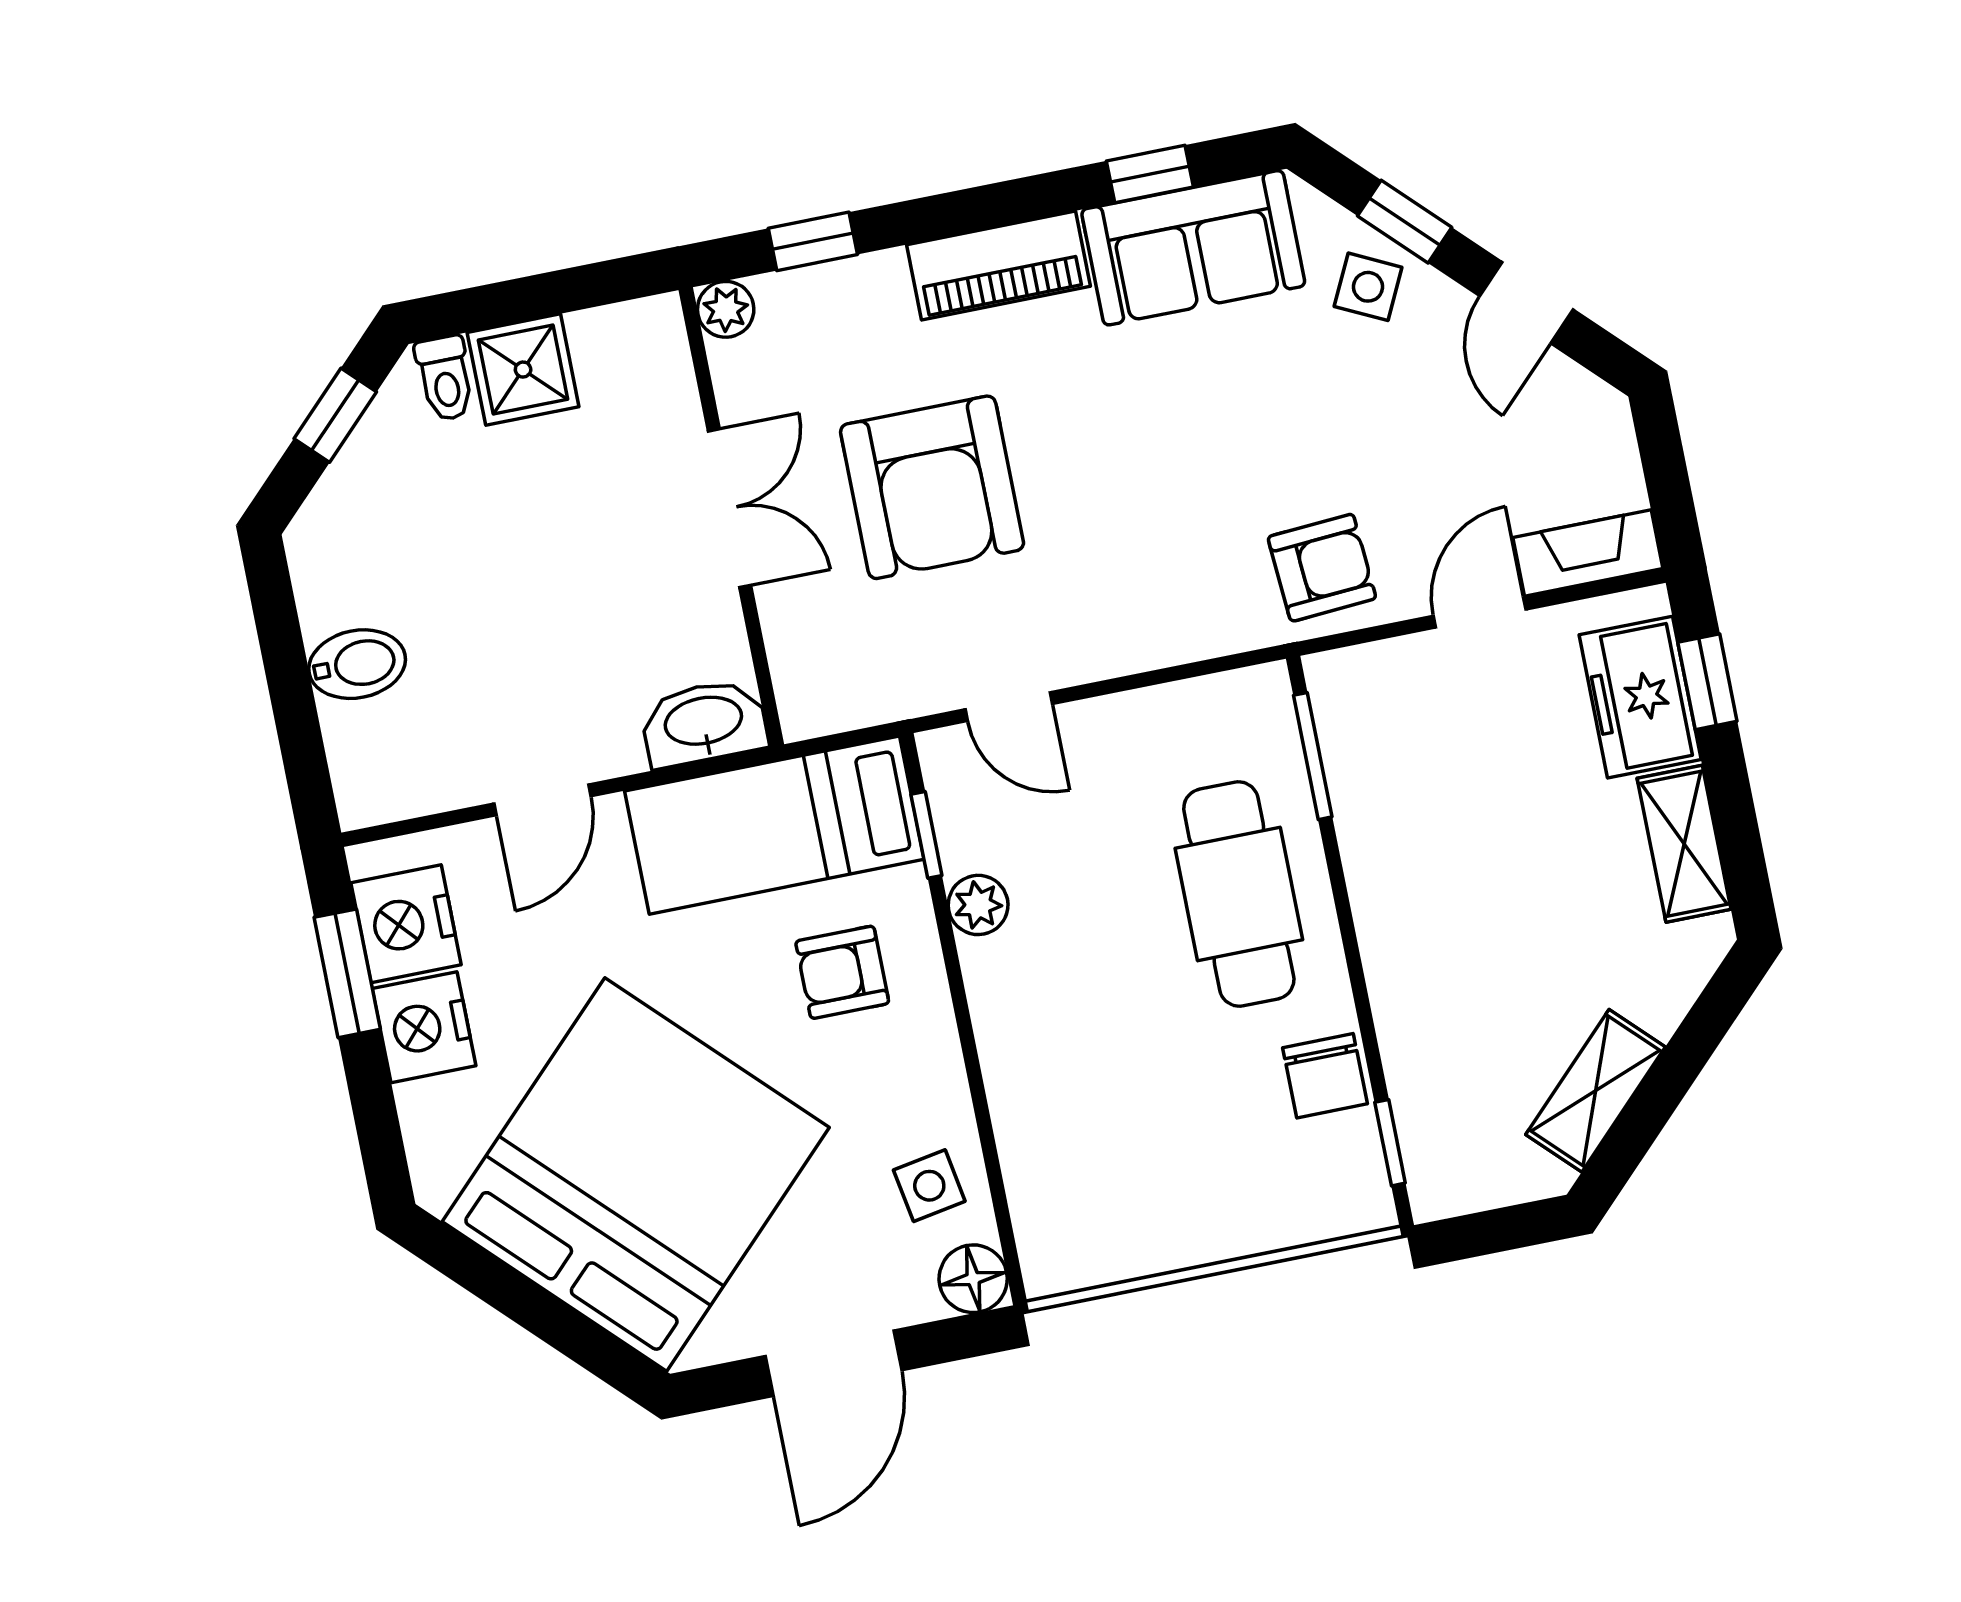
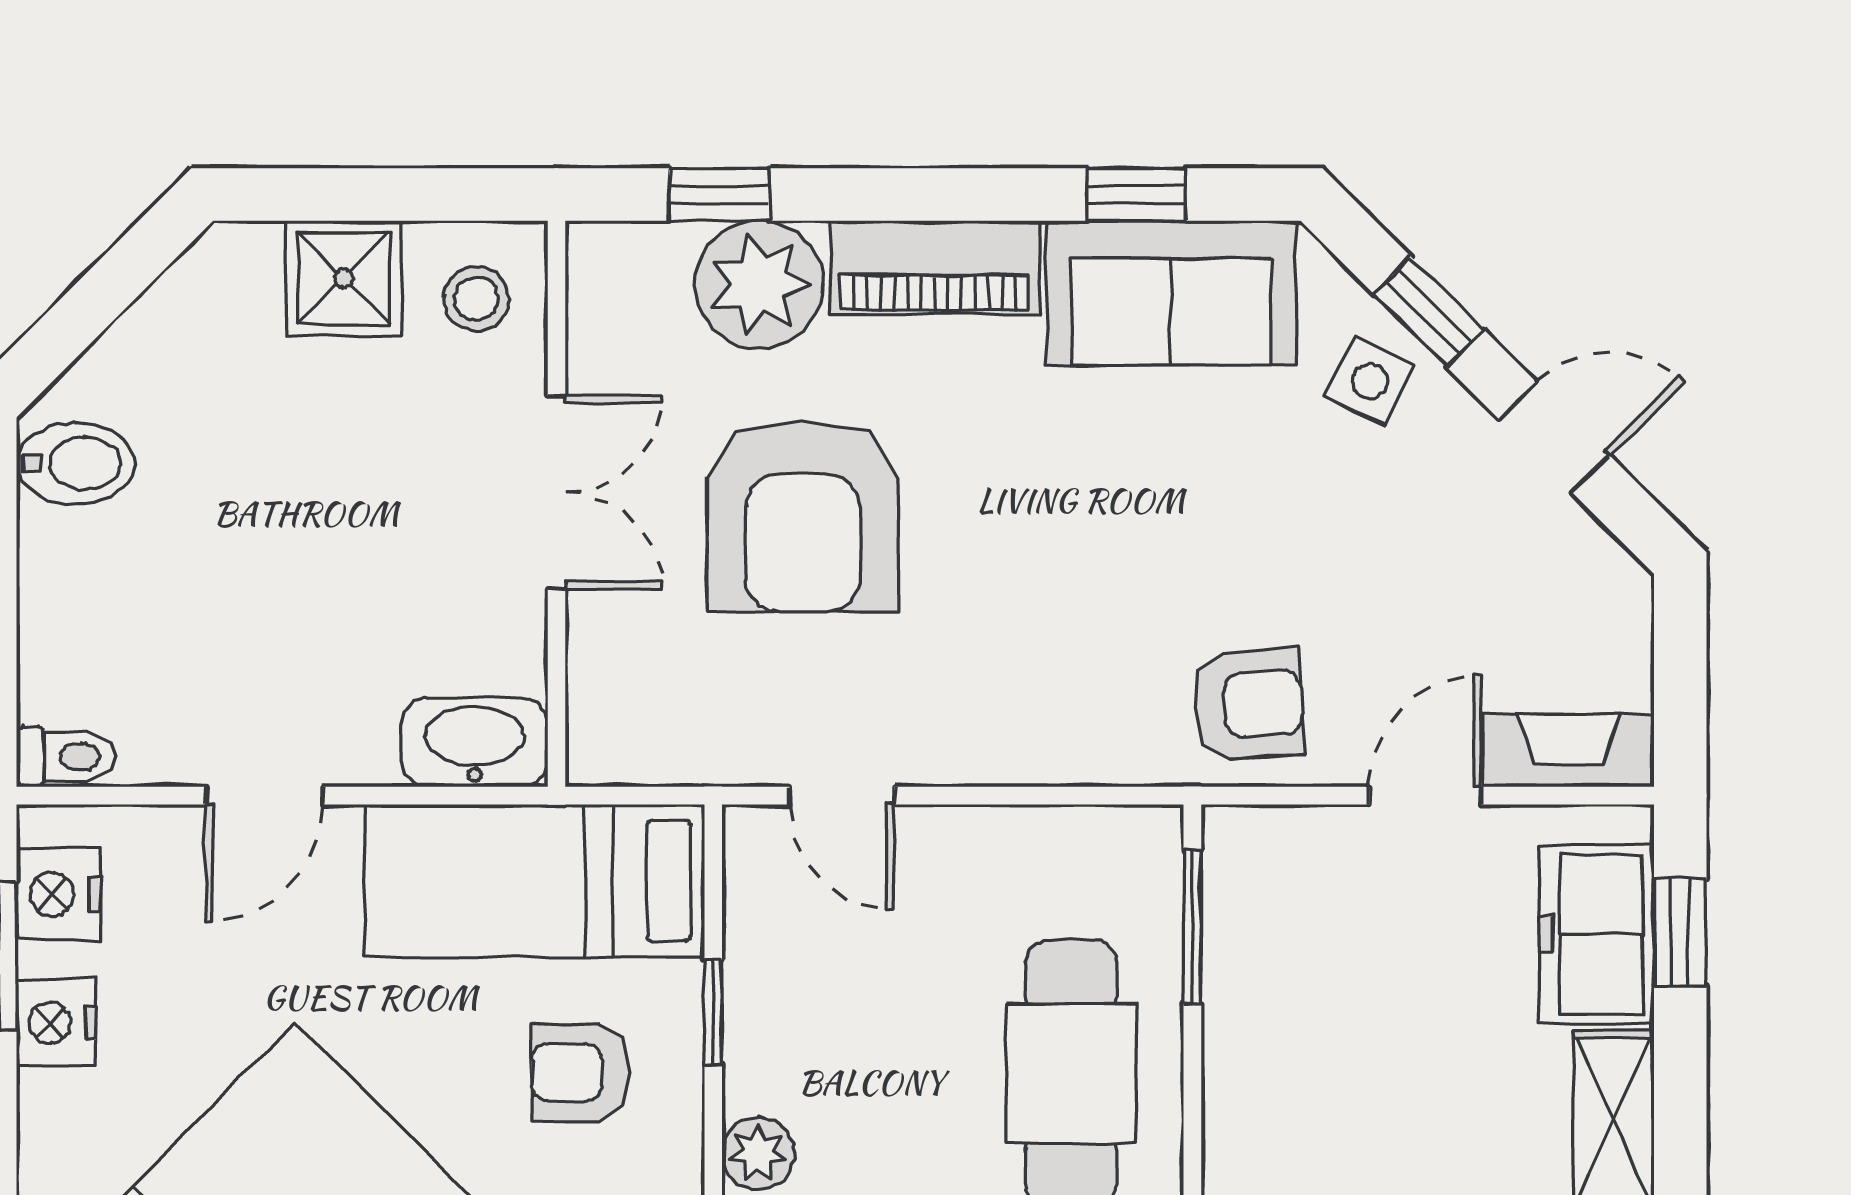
door: (1526, 303) -> (1555, 438), swing flipped
plant: (726, 309) -> (759, 285), moved, width x1.88, depth x1.88
stool: (634, 364) -> (476, 299), added
toilet: (445, 378) -> (66, 757), moved, turned -90
window: (335, 415) -> (109, 288), removed
bidet: (357, 664) -> (76, 463), moved
window: (926, 835) -> (713, 1012), moved
plant: (978, 905) -> (758, 1153), moved
nightstand: (406, 924) -> (58, 894), width x0.74, depth x0.75
nightstand: (424, 1027) -> (56, 1023), width x0.74, depth x0.75

